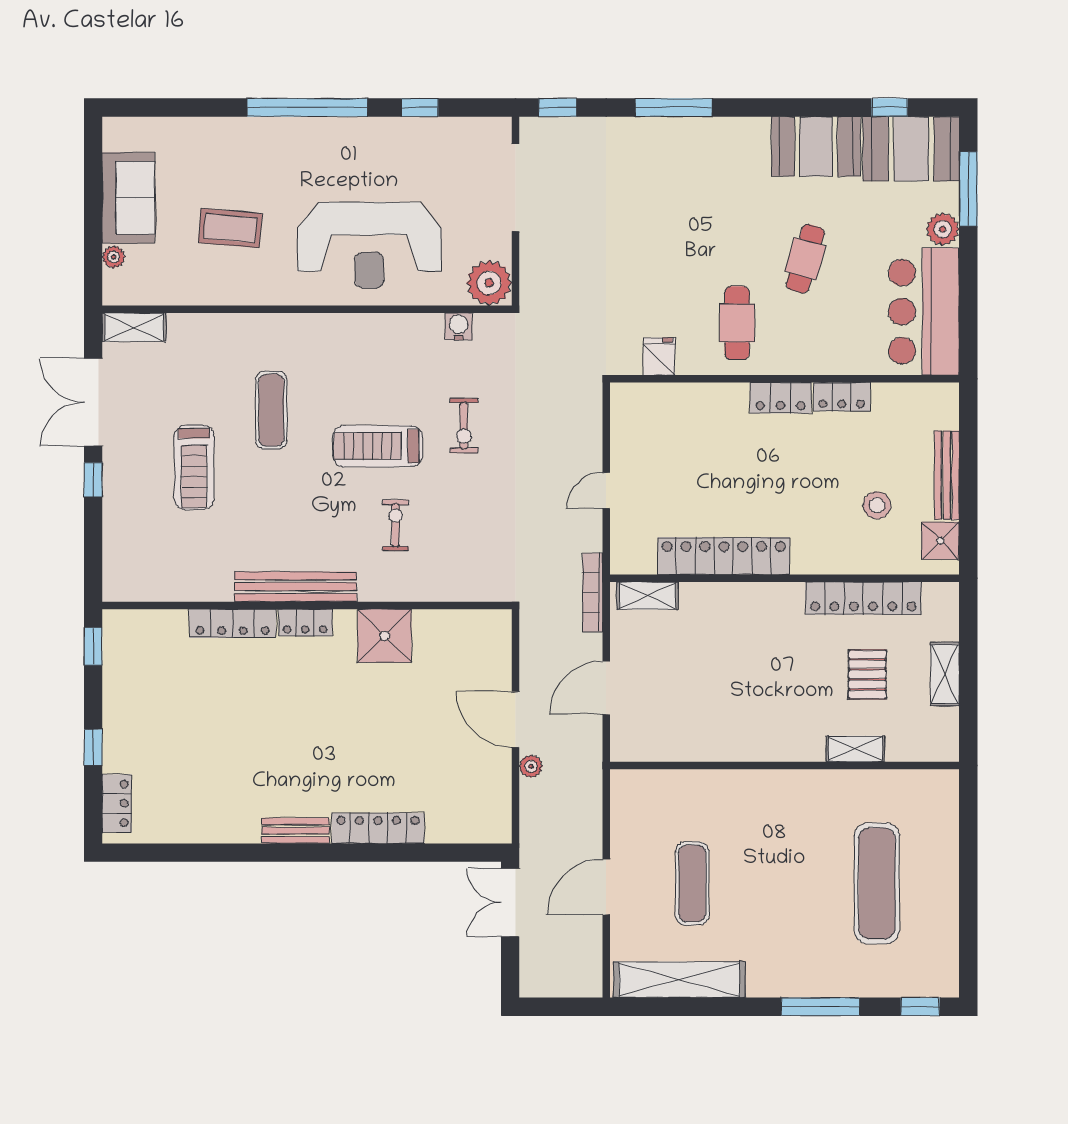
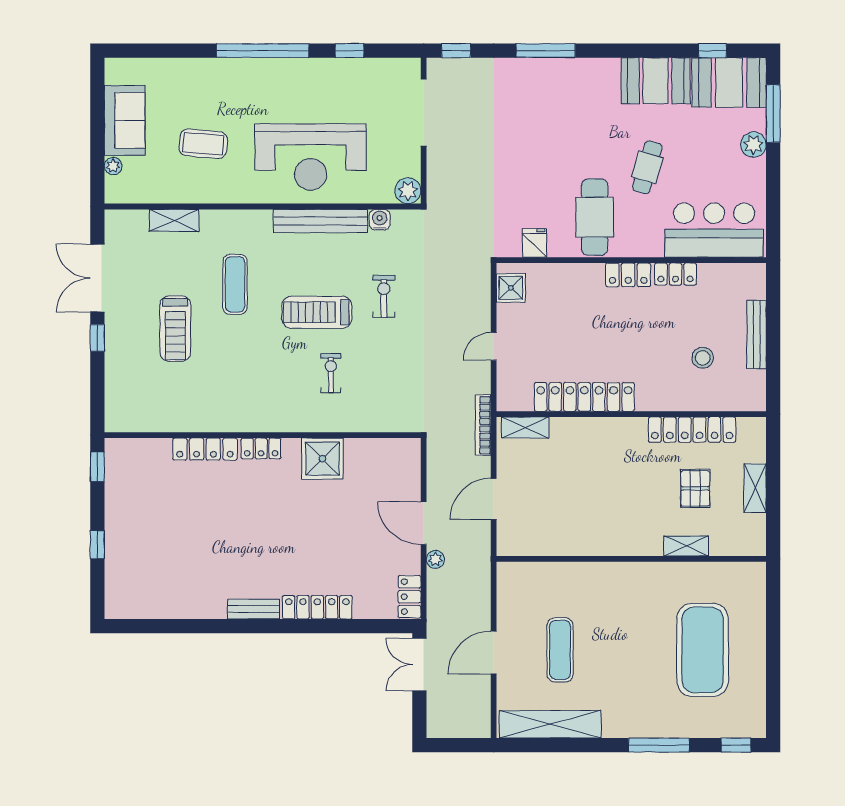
plant: (489, 283) -> (408, 191), width x0.73, depth x0.73
bar counter: (924, 312) -> (714, 230), moved, turned 90
cafe table: (737, 323) -> (595, 217), width x1.37, depth x1.35
shelving: (134, 327) -> (174, 220), moved
exercise bike: (464, 426) -> (384, 296), turned 180
shower: (940, 541) -> (511, 288), moved
bench: (296, 587) -> (320, 221), moved
locker: (117, 803) -> (409, 597), moved, turned 180
exercise mat: (877, 883) -> (703, 650), width x1.47

